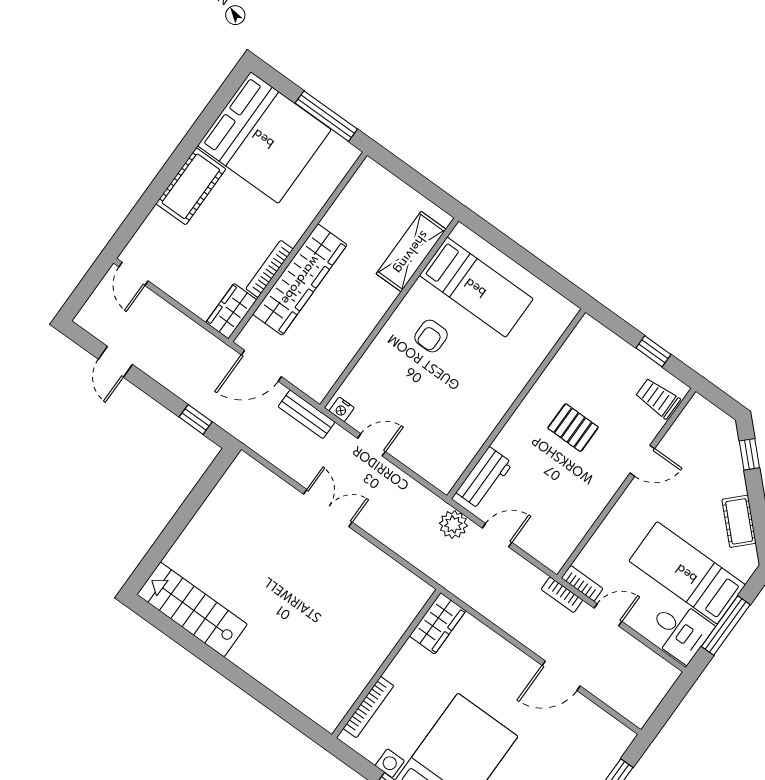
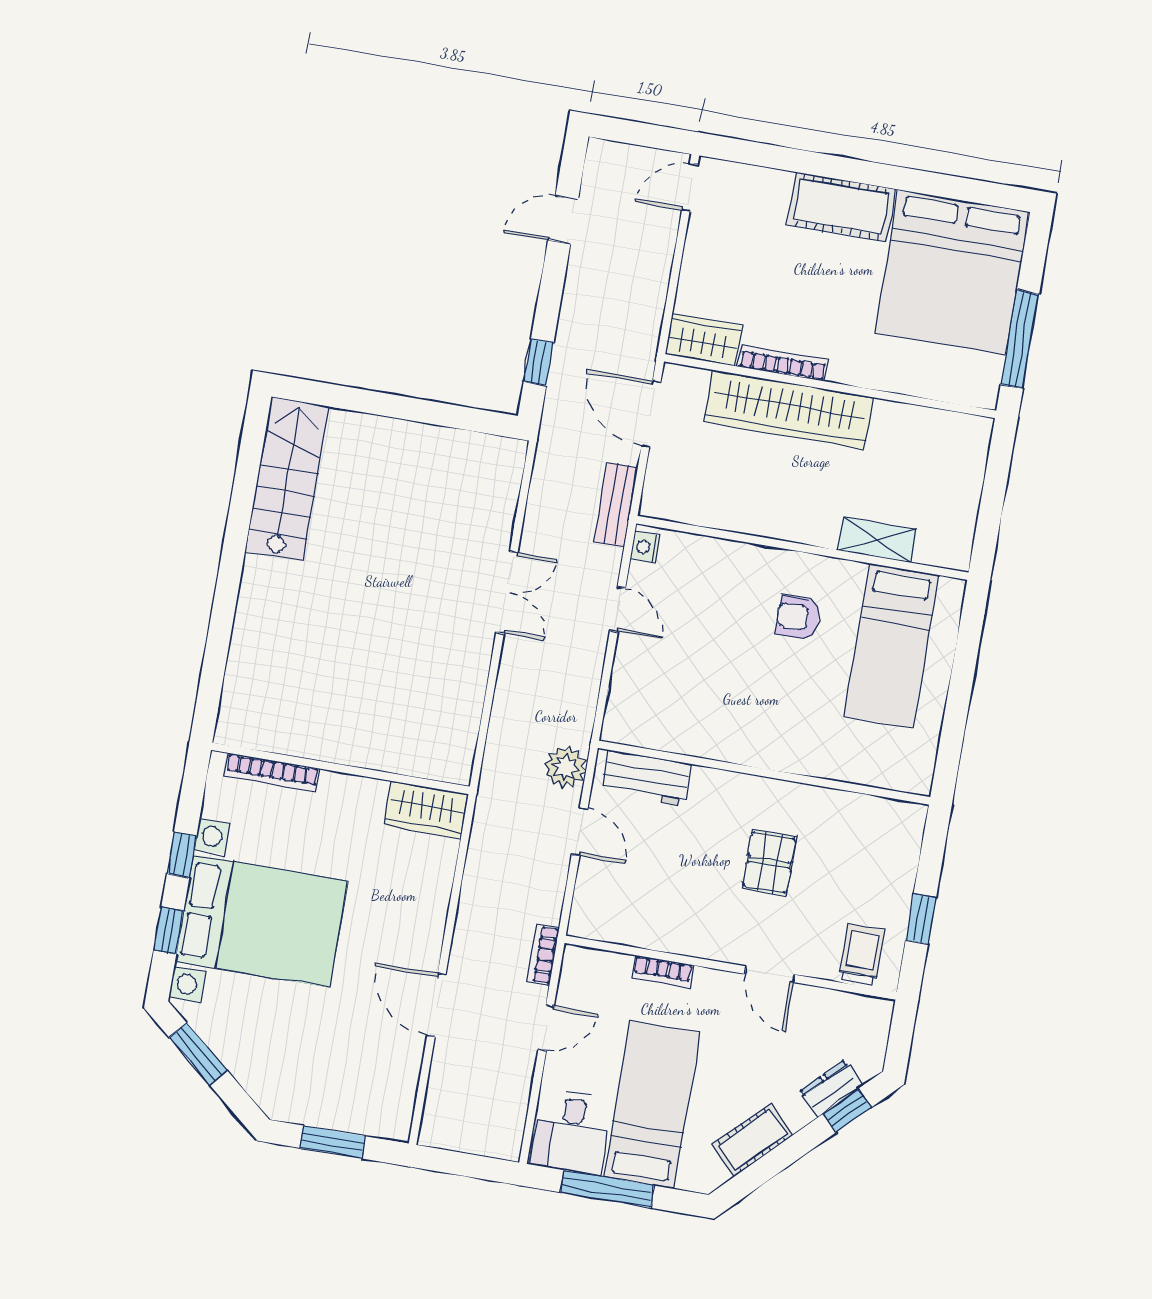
shelving: (411, 252) -> (877, 540), width x0.67, depth x0.75
dresser: (731, 457) -> (831, 1089), added
bookcase: (582, 583) -> (663, 972), moved, turned 90
door: (608, 615) -> (546, 1028), hinge flipped

